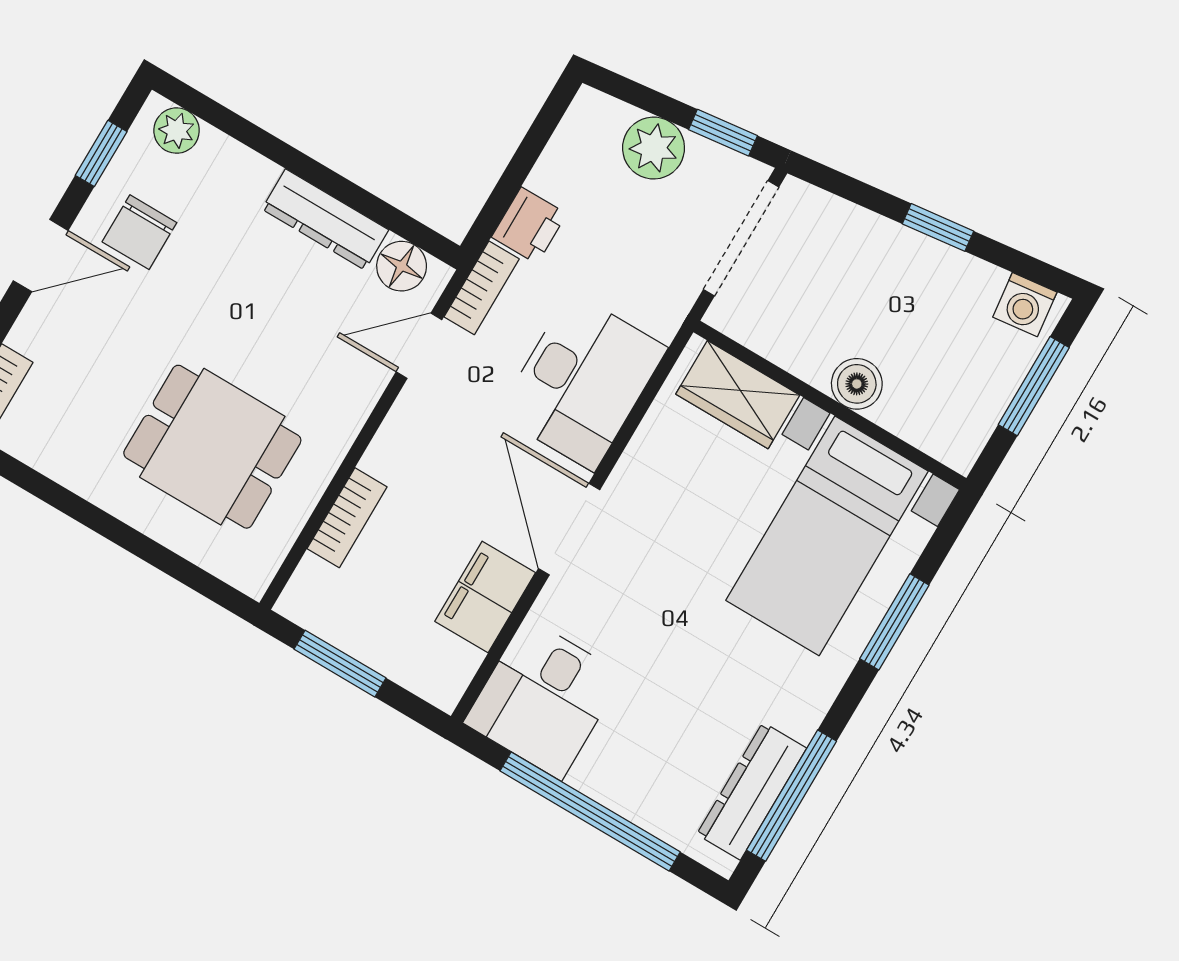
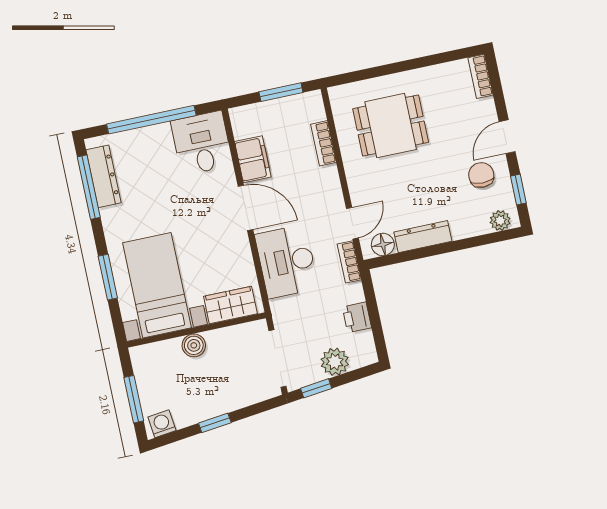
printer: (529, 225) -> (357, 317), moved

